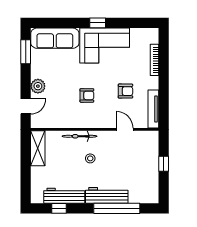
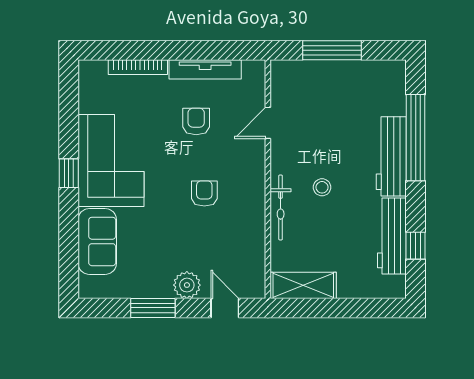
sofa: (55, 38) -> (97, 241), width x0.73
window: (26, 52) -> (153, 308), moved
tv unit: (153, 109) -> (205, 69), moved
window: (164, 164) -> (332, 50), width x2.17

